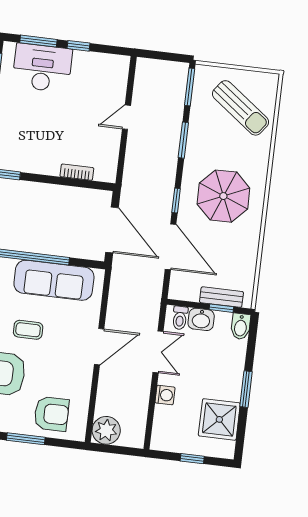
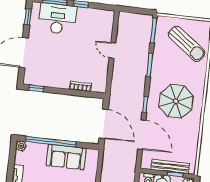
door: (126, 117) -> (112, 50), hinge flipped
sofa: (54, 280) -> (66, 157), width x0.73
bench: (221, 297) -> (170, 167), width x1.36

